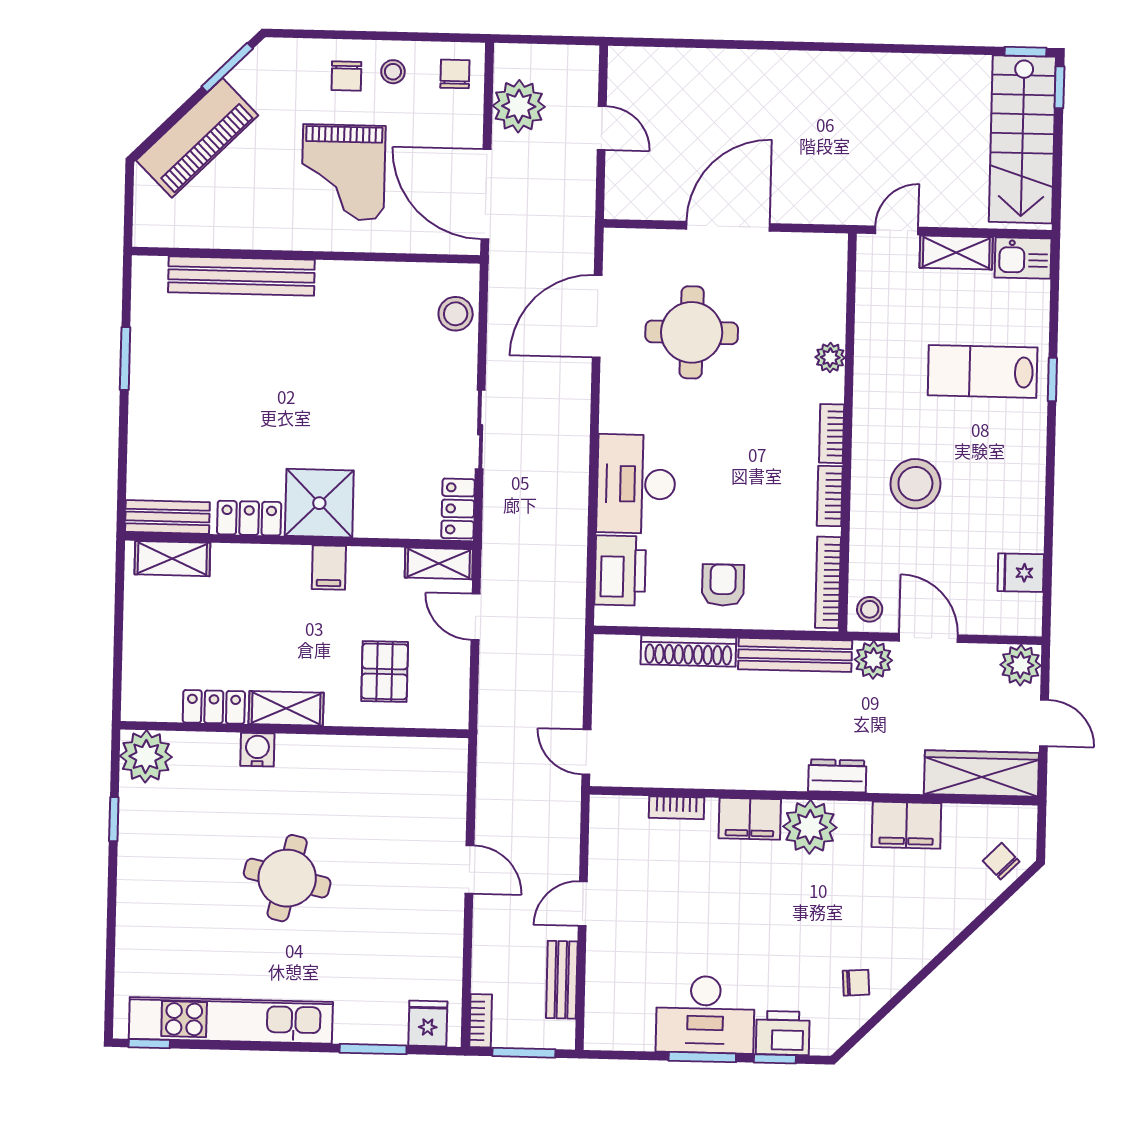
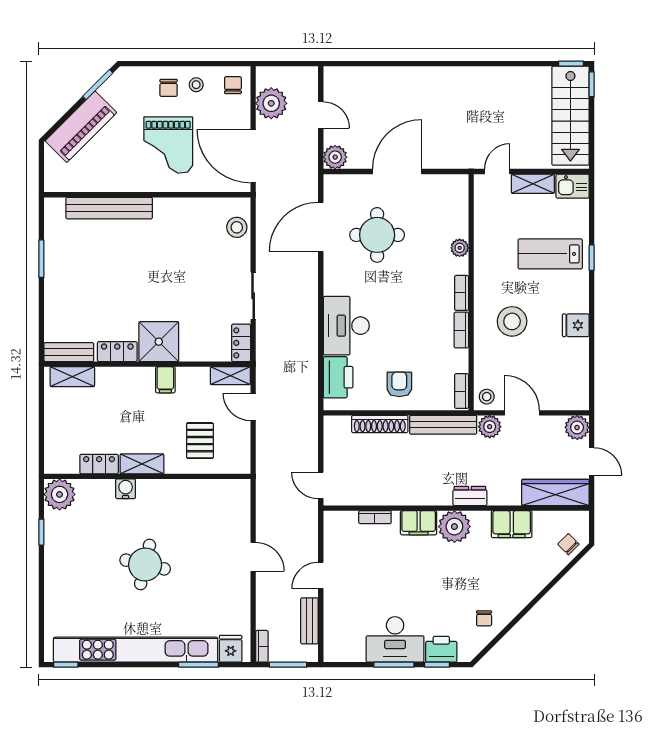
plant: (624, 200) -> (335, 157), added
fridge: (1021, 573) -> (576, 325), moved
bookcase: (828, 582) -> (462, 391), width x0.64
chair: (856, 983) -> (484, 618), turned 94
kitchen unit: (231, 1020) -> (136, 650), width x1.36

